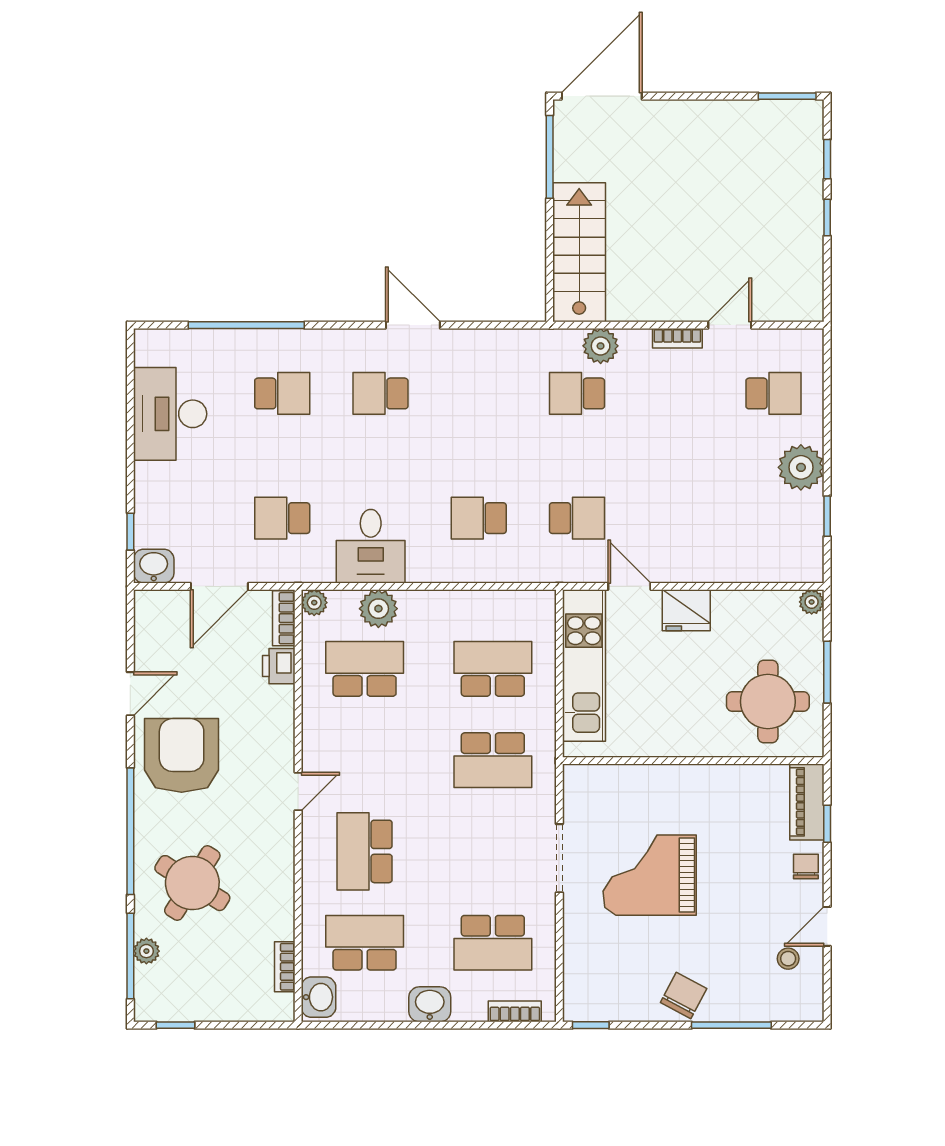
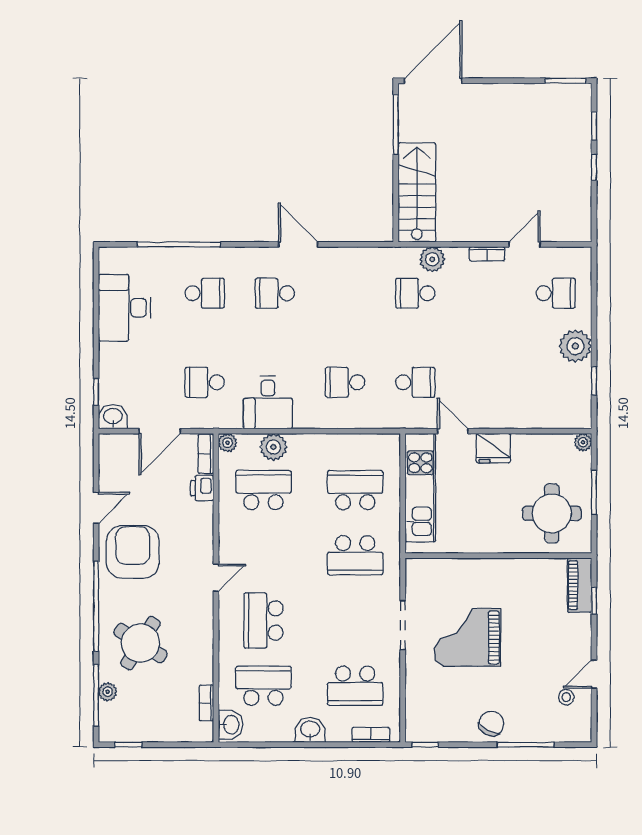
chair: (806, 866) -> (579, 631), removed

